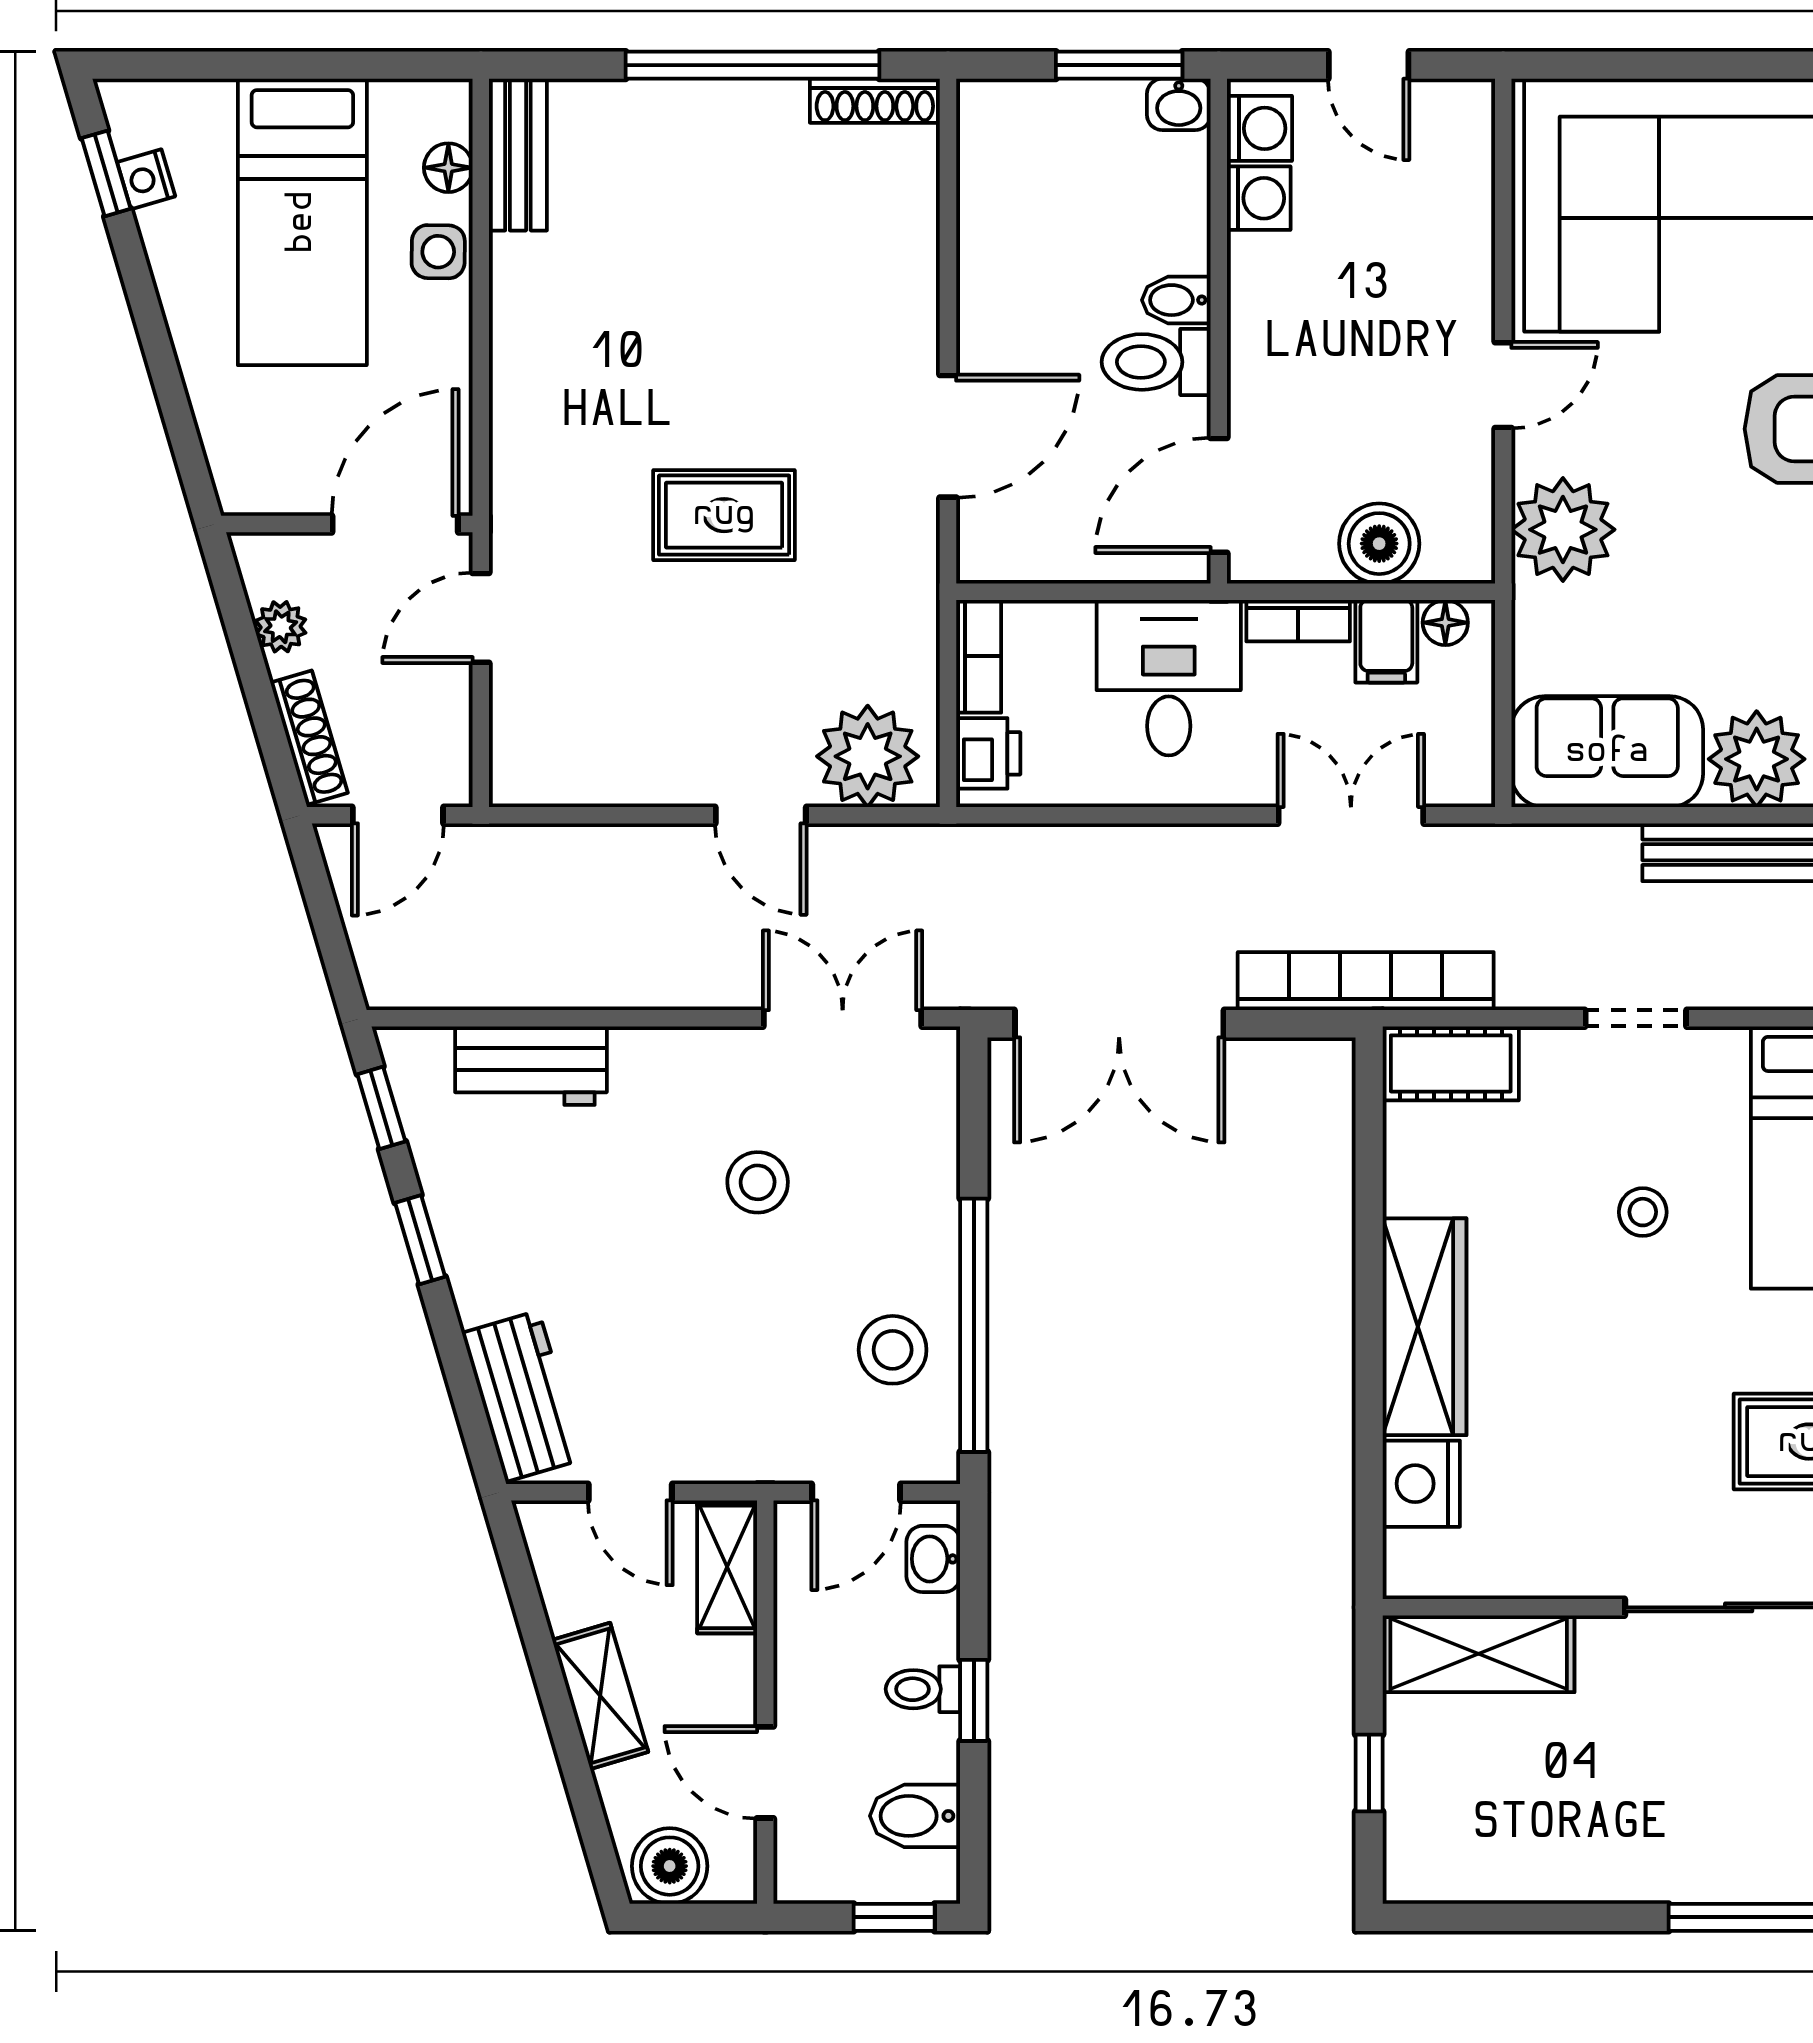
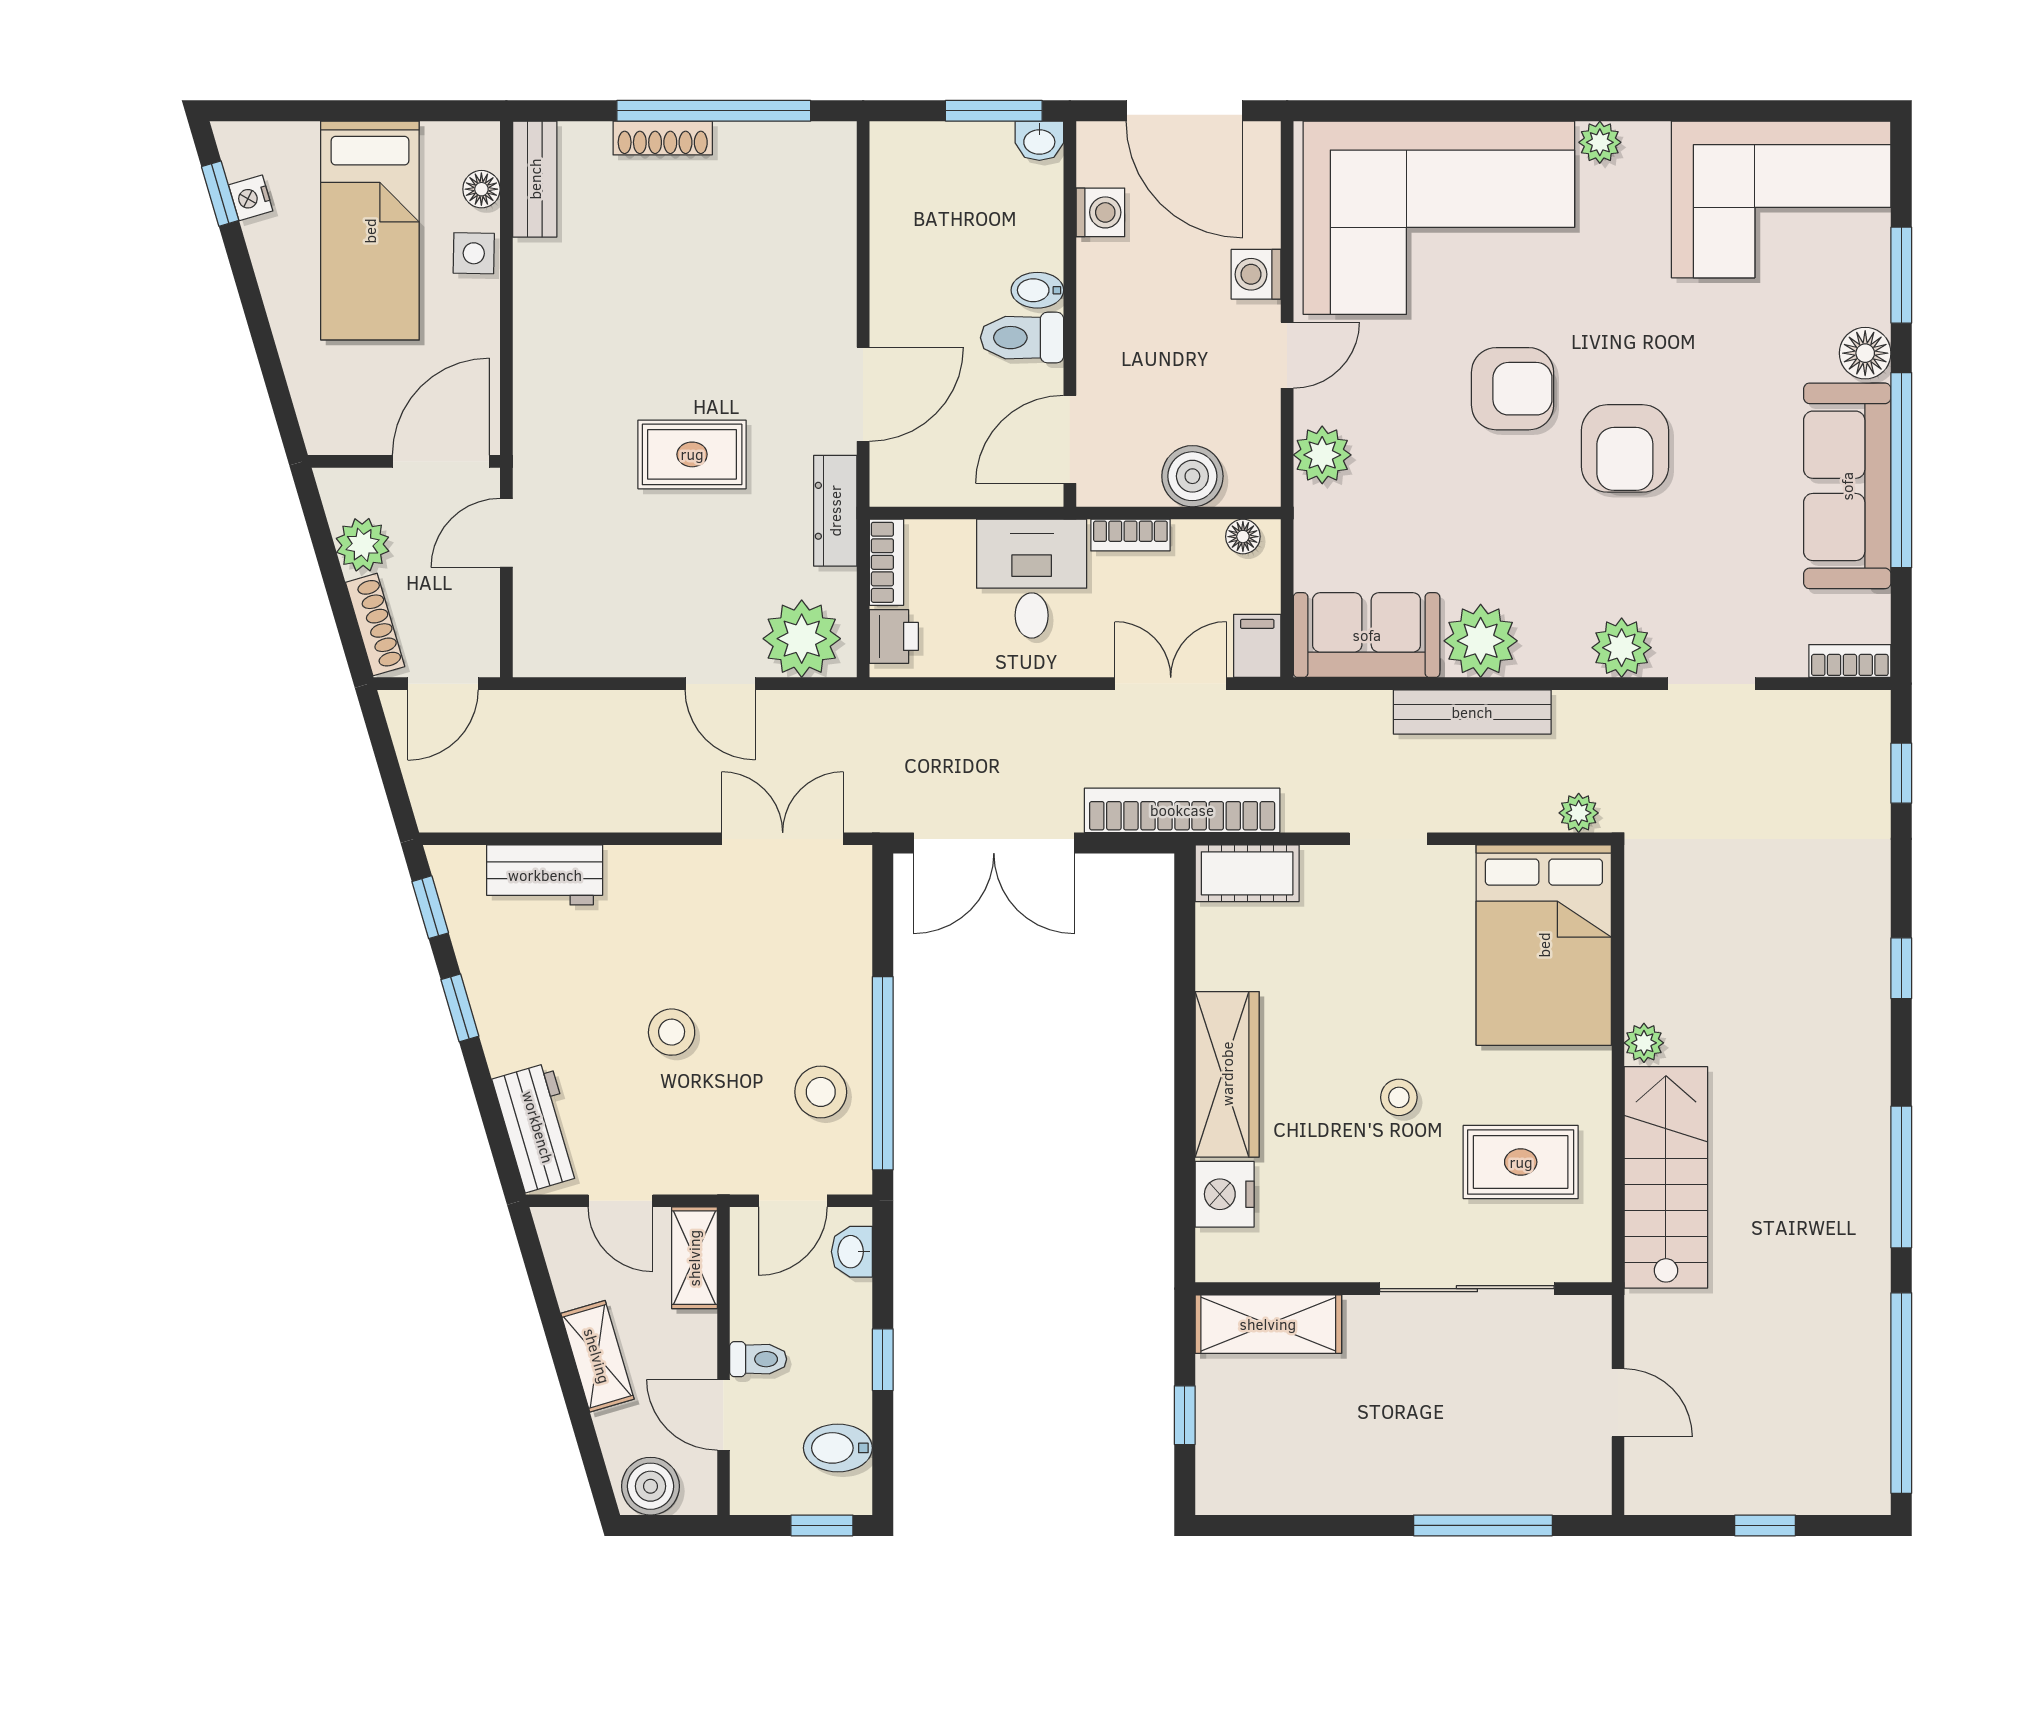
door: (1369, 65) -> (1184, 111), width x1.88
shoe rack: (875, 101) -> (663, 138), moved
washing machine: (1259, 128) -> (1256, 274), moved, turned 180
plant: (1563, 530) -> (1322, 455), width x0.73, depth x0.73
dresser: (912, 589) -> (835, 511), added
plant: (281, 627) -> (363, 545), width x1.38, depth x1.38
filing cabinet: (1386, 641) -> (1257, 646), moved, turned 180
stool: (758, 1182) -> (672, 1032), moved
stool: (1643, 1212) -> (1399, 1097), moved
toilet: (923, 1689) -> (758, 1359), moved, turned 180

